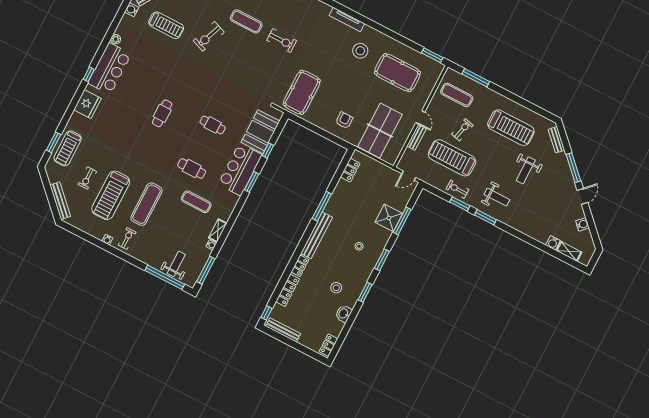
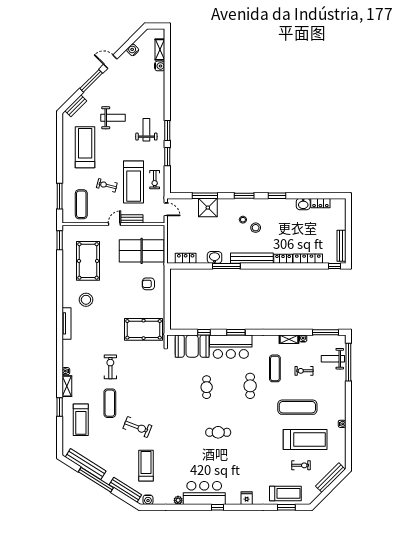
fridge: (88, 104) -> (247, 498), width x0.53, depth x0.75
exercise bike: (457, 189) -> (155, 180), moved
washbasin: (336, 199) -> (215, 257), added
exercise bike: (127, 239) -> (304, 371), moved
stool: (336, 288) -> (256, 228), moved
locker: (328, 345) -> (320, 203), moved

